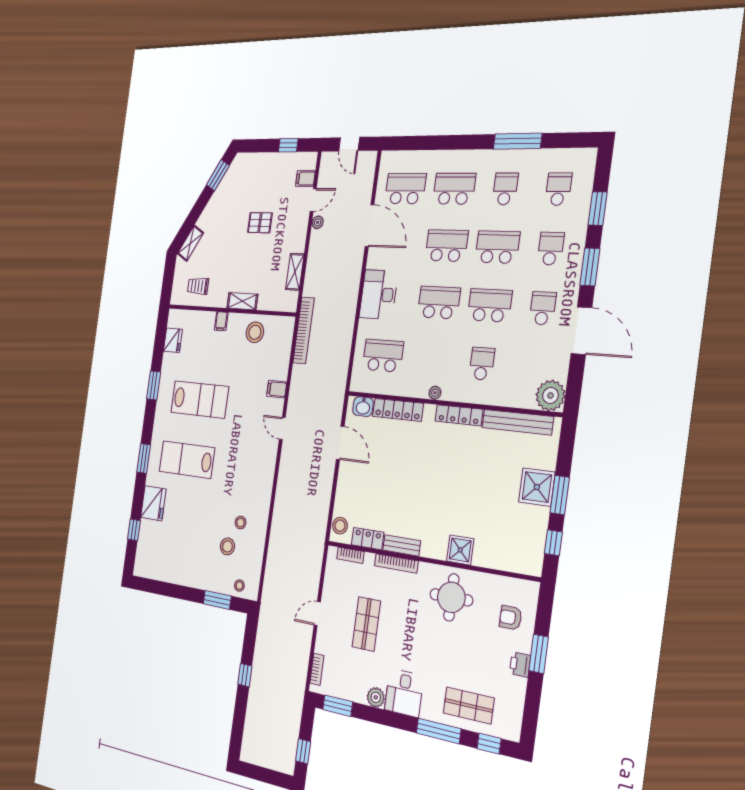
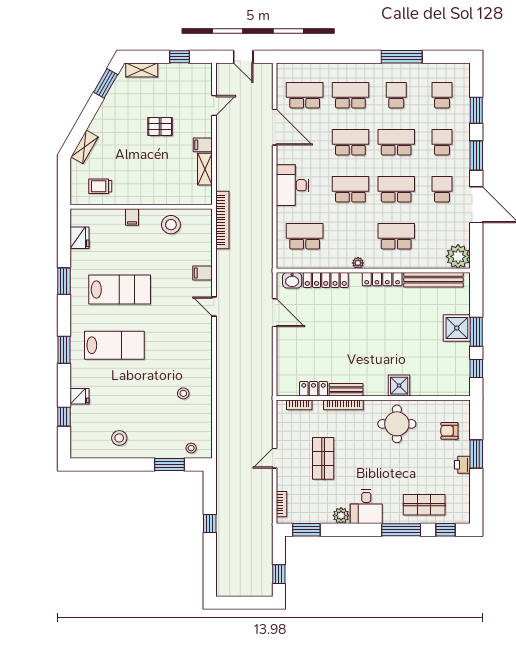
filing cabinet: (305, 179) -> (203, 145), moved
plant: (318, 222) -> (222, 125), removed
shelving: (242, 301) -> (142, 70), moved
school desk: (482, 364) -> (396, 236), width x1.85
lab bench: (187, 460) -> (114, 345), turned 180
fridge: (153, 503) -> (79, 396), width x0.53, depth x0.75
stool: (340, 526) -> (285, 382), removed
stool: (227, 546) -> (119, 438), moved

